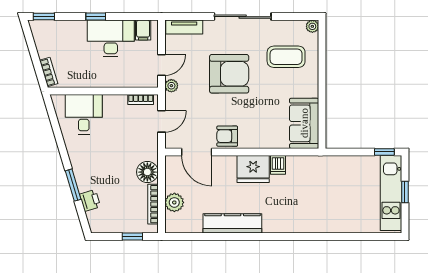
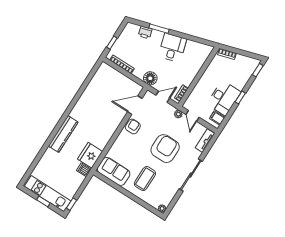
coffee table: (286, 57) -> (145, 179), moved
armchair: (229, 74) -> (165, 149), turned 180
desk: (84, 114) -> (172, 48), moved, turned -107
door: (161, 121) -> (163, 97), swing flipped
dishwasher: (278, 165) -> (84, 170), moved
fridge: (253, 169) -> (90, 155), moved
floor lamp: (147, 172) -> (150, 78), moved
plant: (174, 202) -> (116, 76), removed
kitchen counter: (232, 223) -> (63, 134), moved

